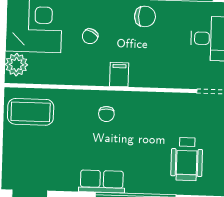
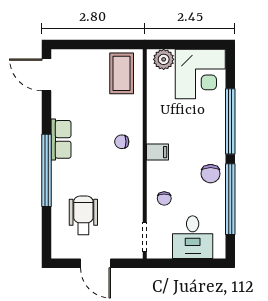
chair: (90, 36) -> (164, 198), moved, turned -119
wheelchair: (187, 159) -> (83, 215), turned 90

